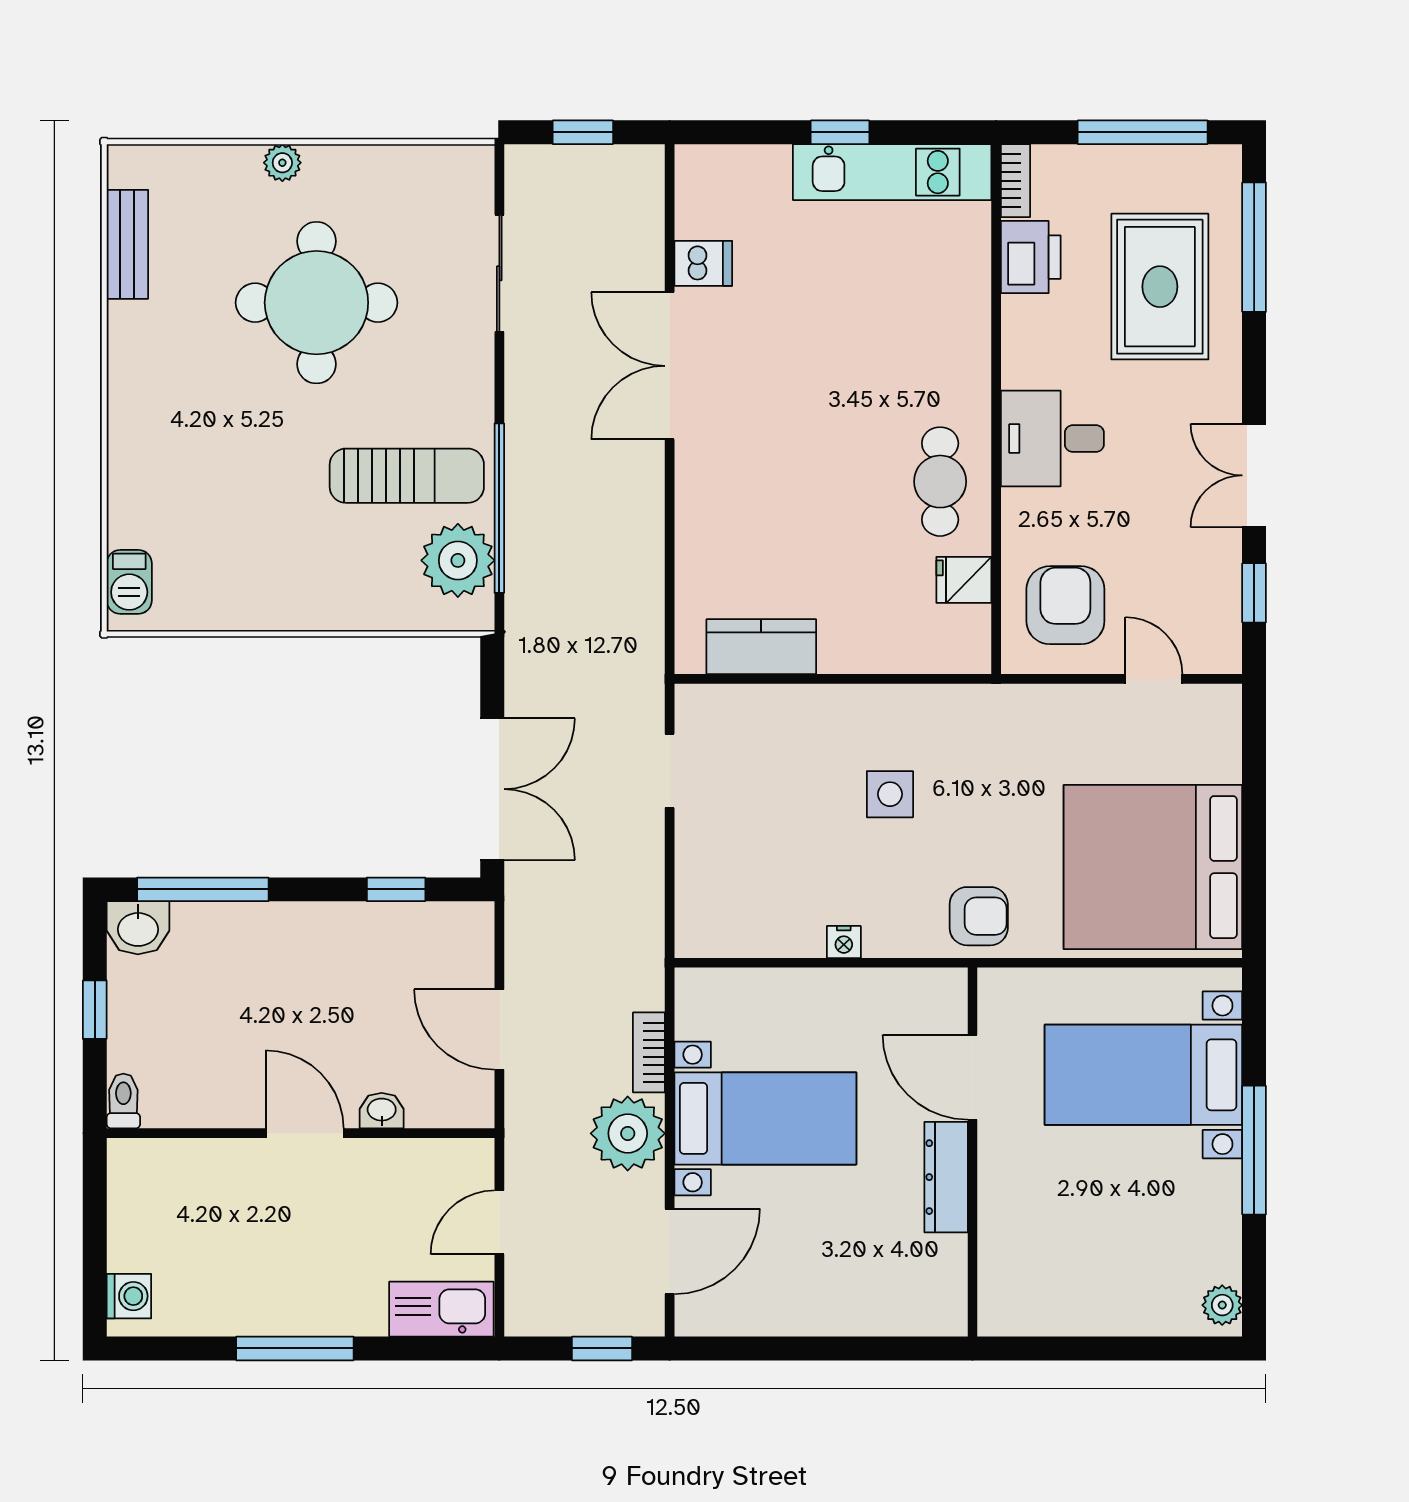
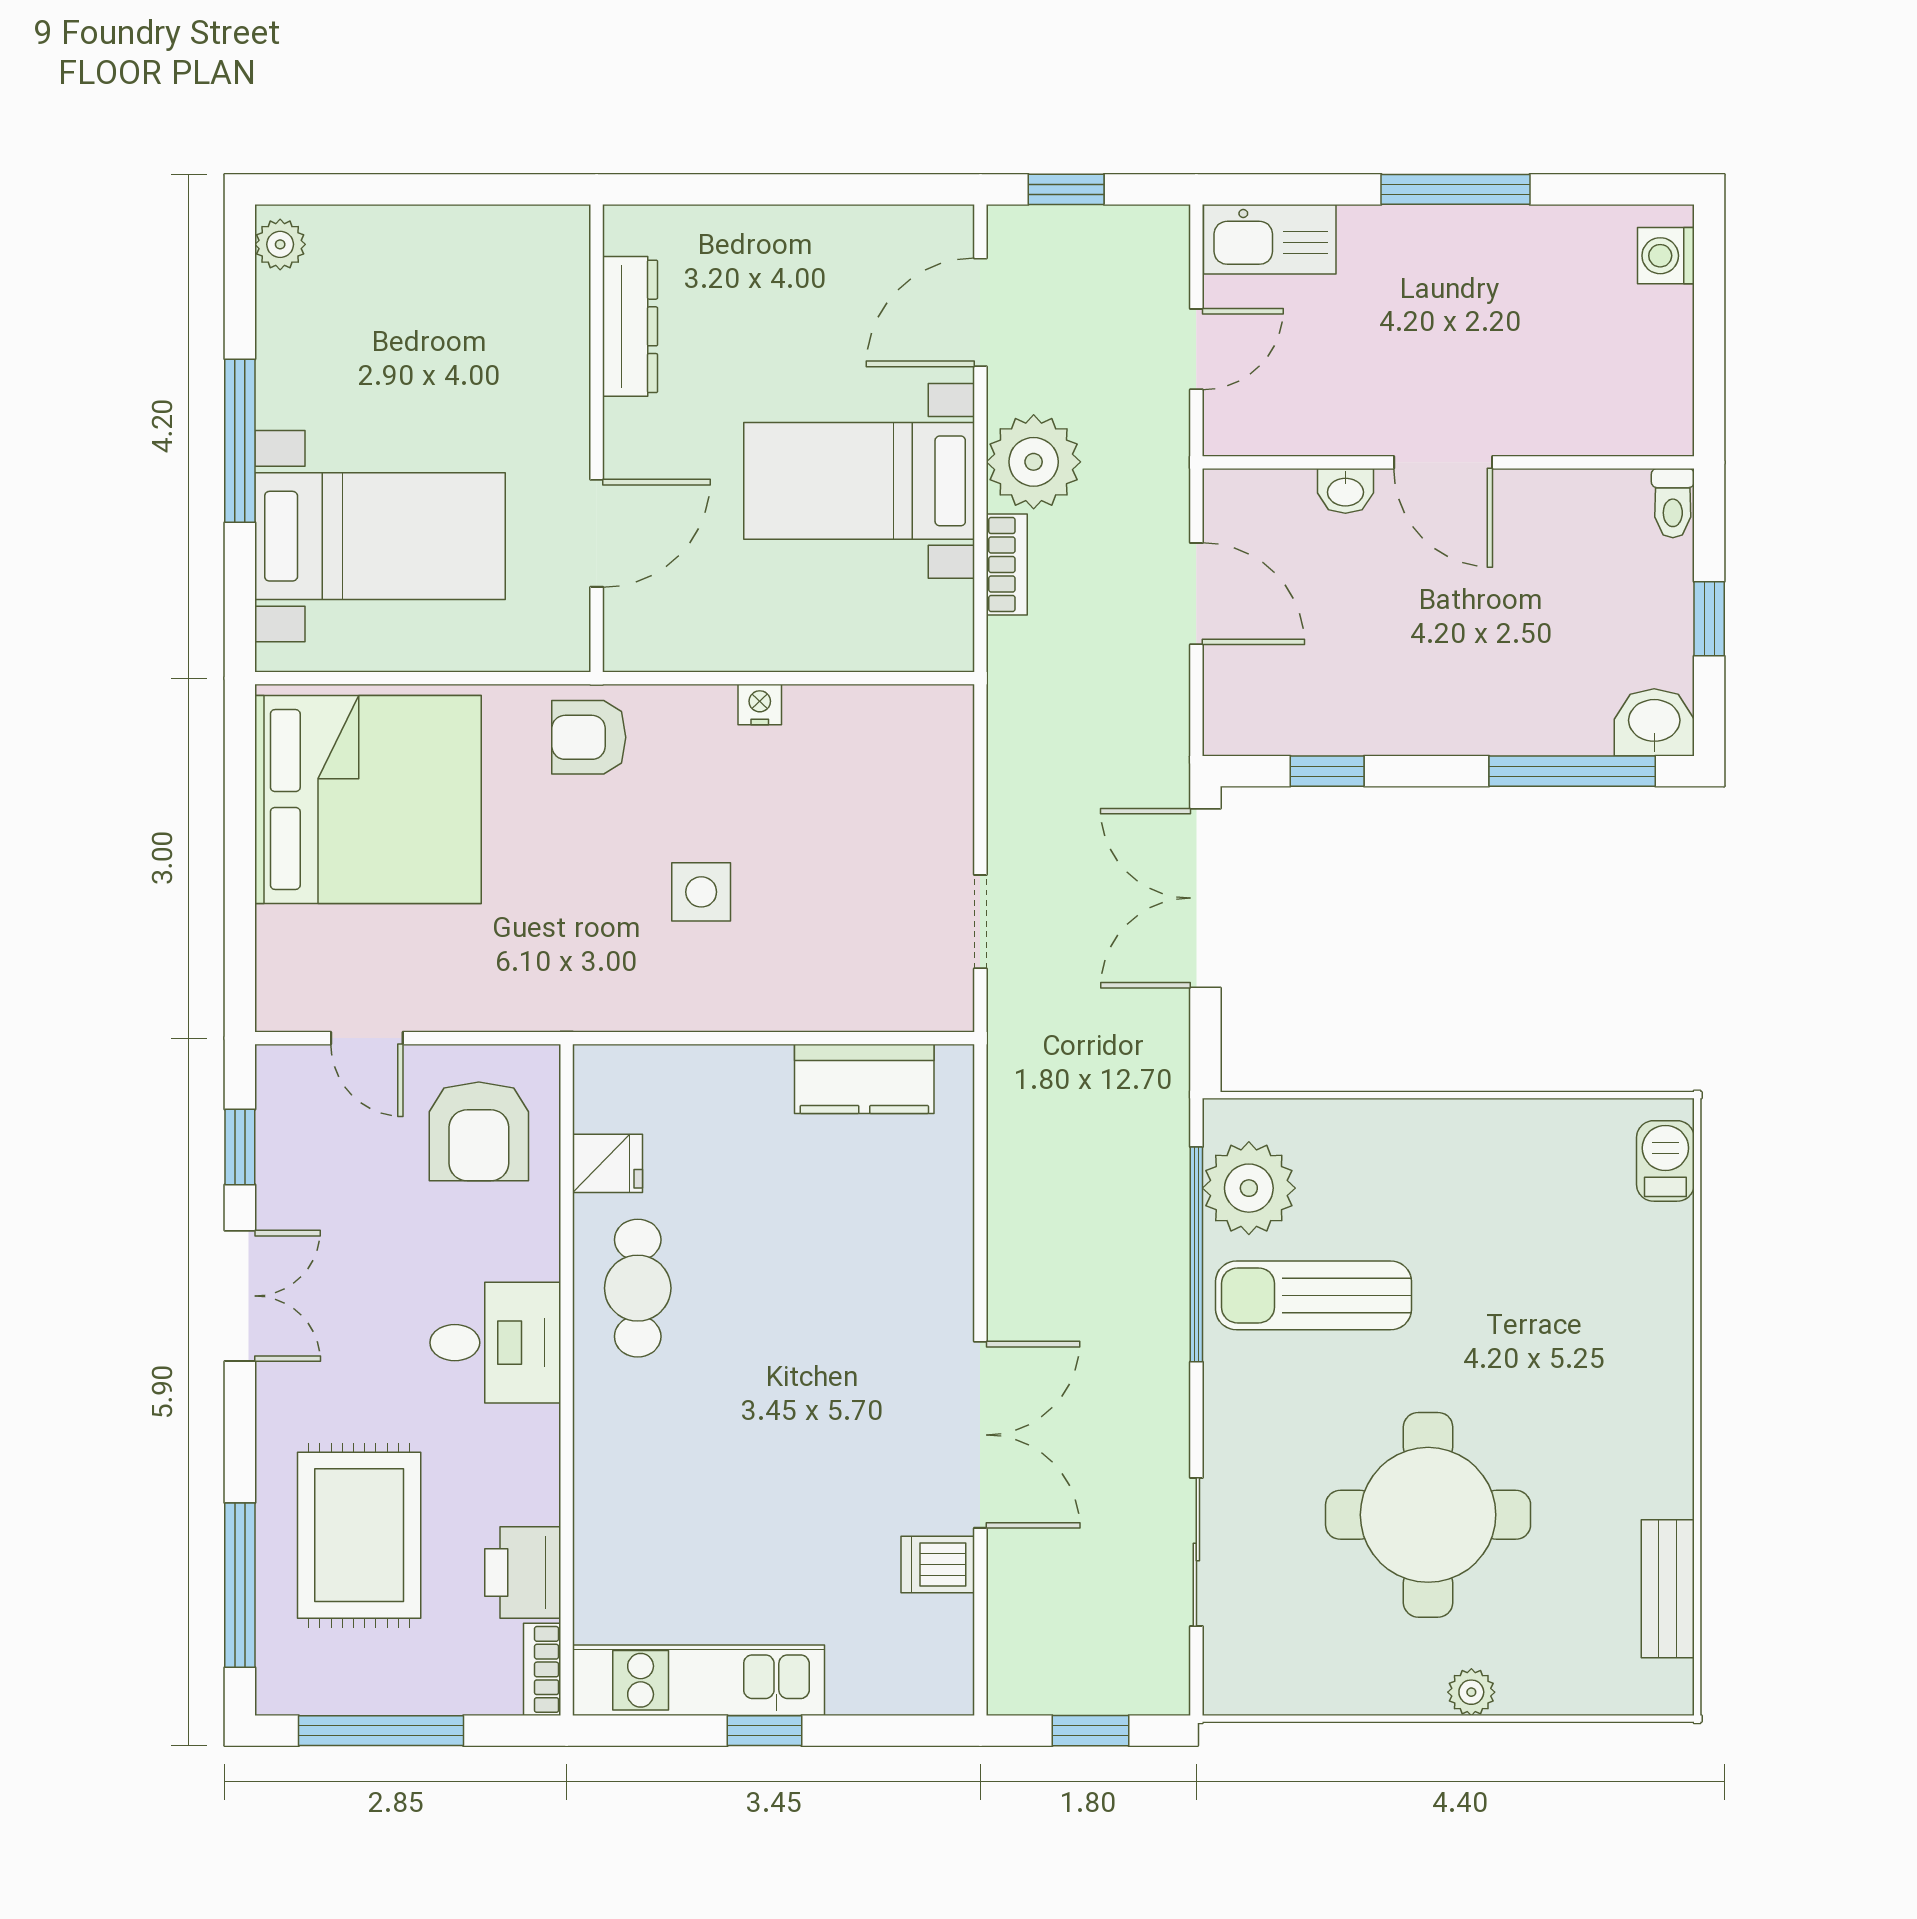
door: (973, 1077) -> (597, 533), hinge flipped
dresser: (946, 1177) -> (630, 326), moved

